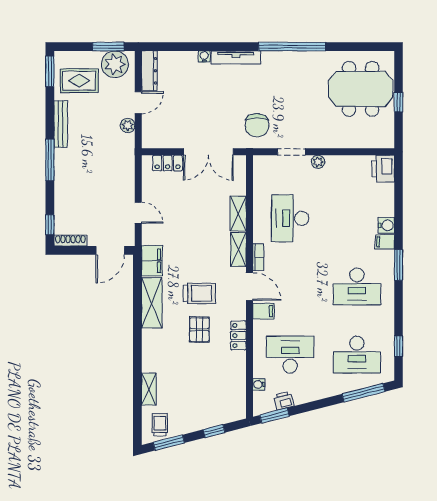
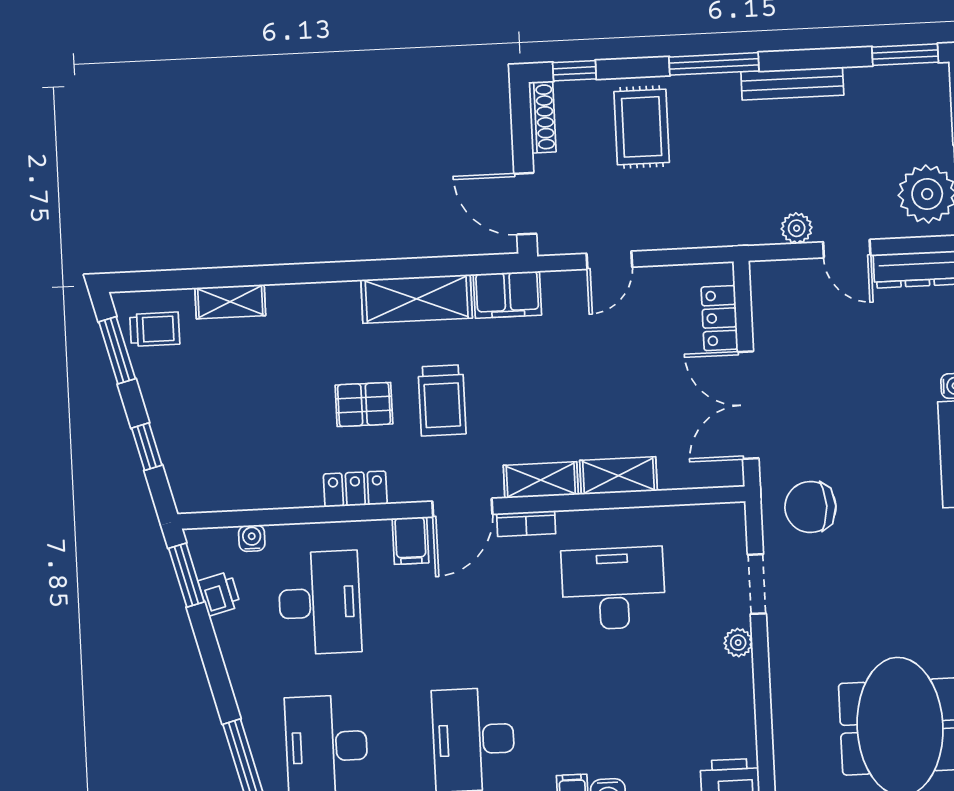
rug: (79, 81) -> (642, 127), moved

